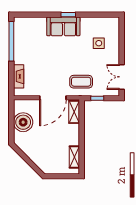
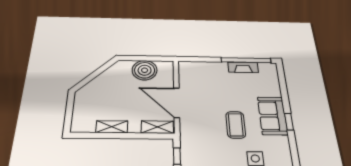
fireplace: (19, 76) -> (243, 67), moved
coffee table: (81, 82) -> (236, 125), moved
shelving: (74, 157) -> (112, 127), moved

